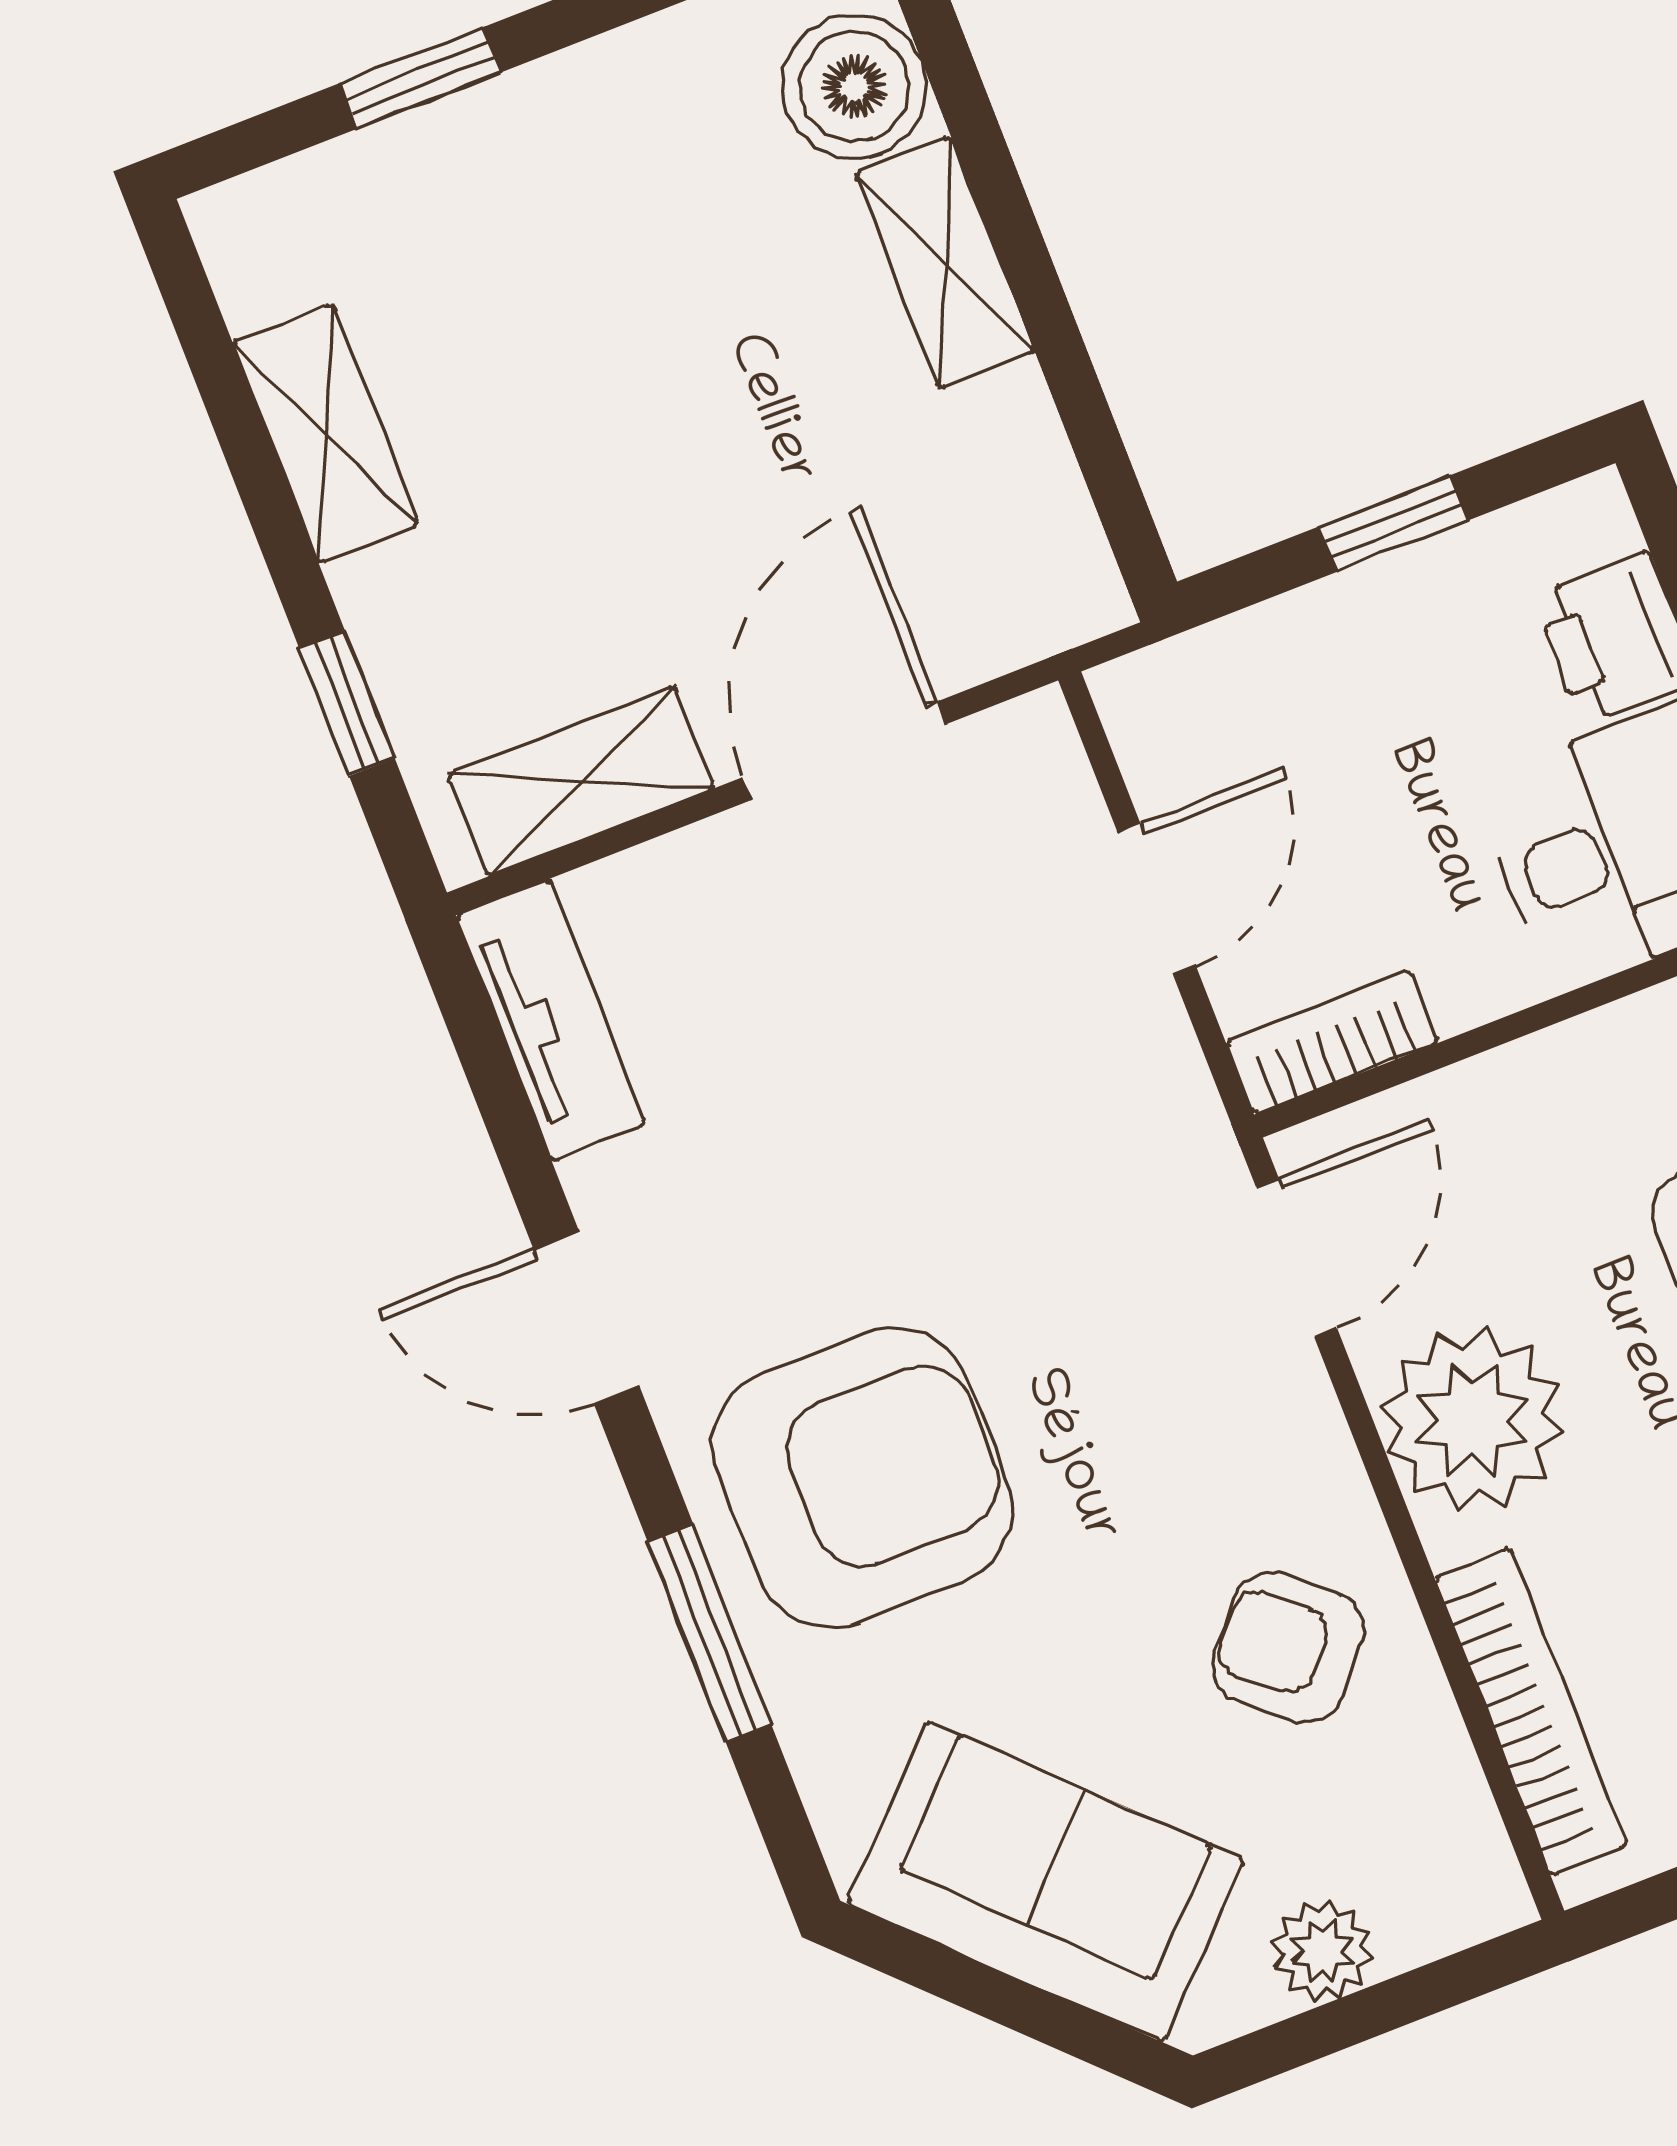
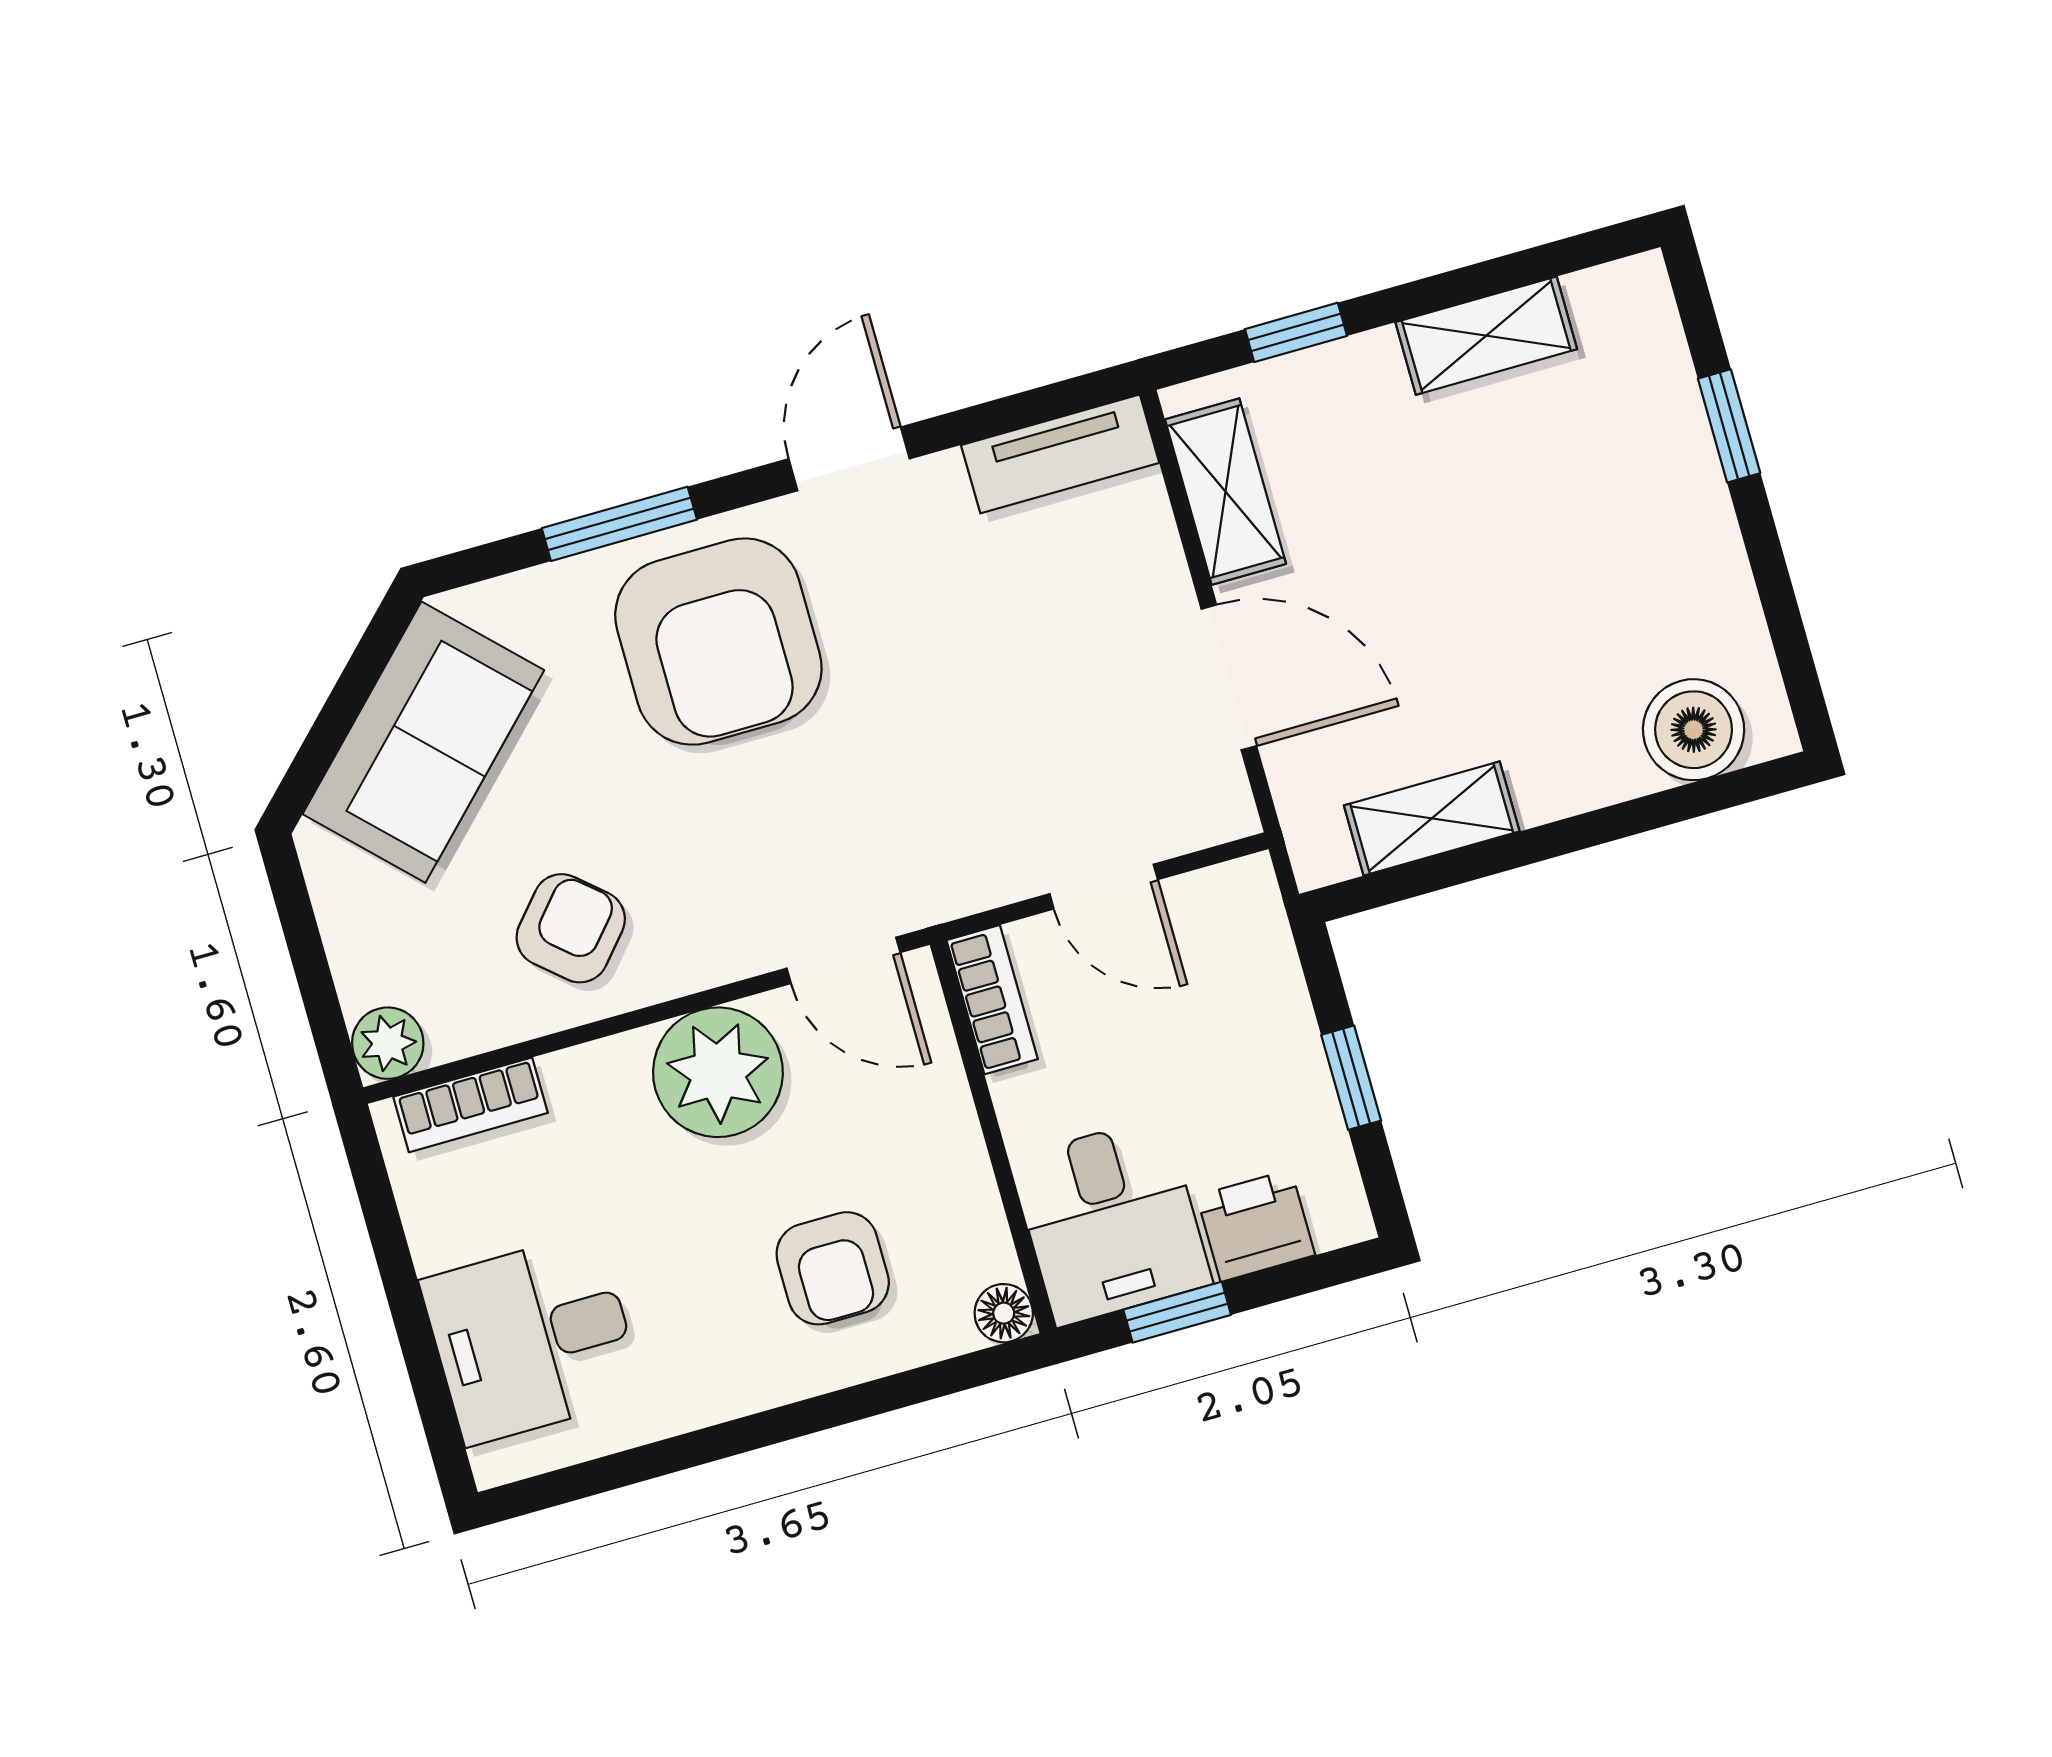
shelving: (945, 263) -> (1432, 818), moved
bookcase: (1531, 1712) -> (470, 1105), width x0.64
plant: (1322, 1950) -> (388, 1043), moved

